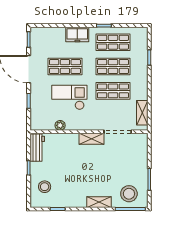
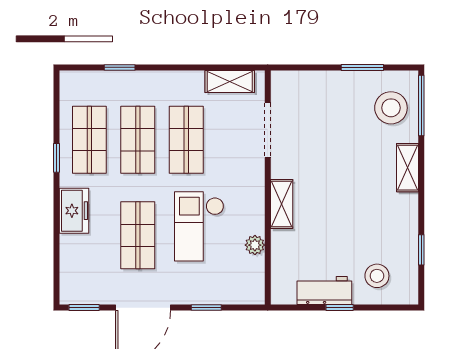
shelving: (91, 139) -> (282, 204), moved
workbench: (37, 148) -> (324, 291), moved

